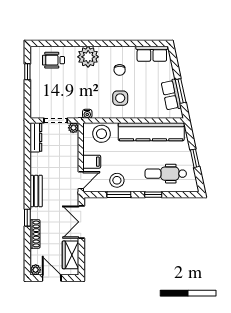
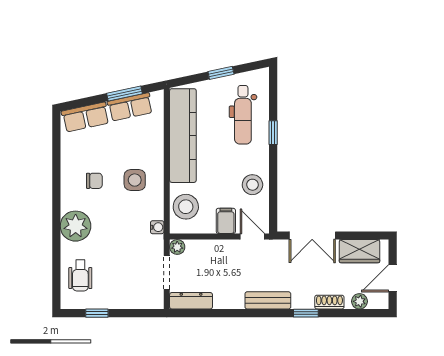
row of seats: (152, 54) -> (85, 117), moved, turned 78
window: (119, 195) -> (273, 182), removed
shoe rack: (35, 234) -> (329, 302), width x0.70
plant: (36, 270) -> (359, 301), moved

